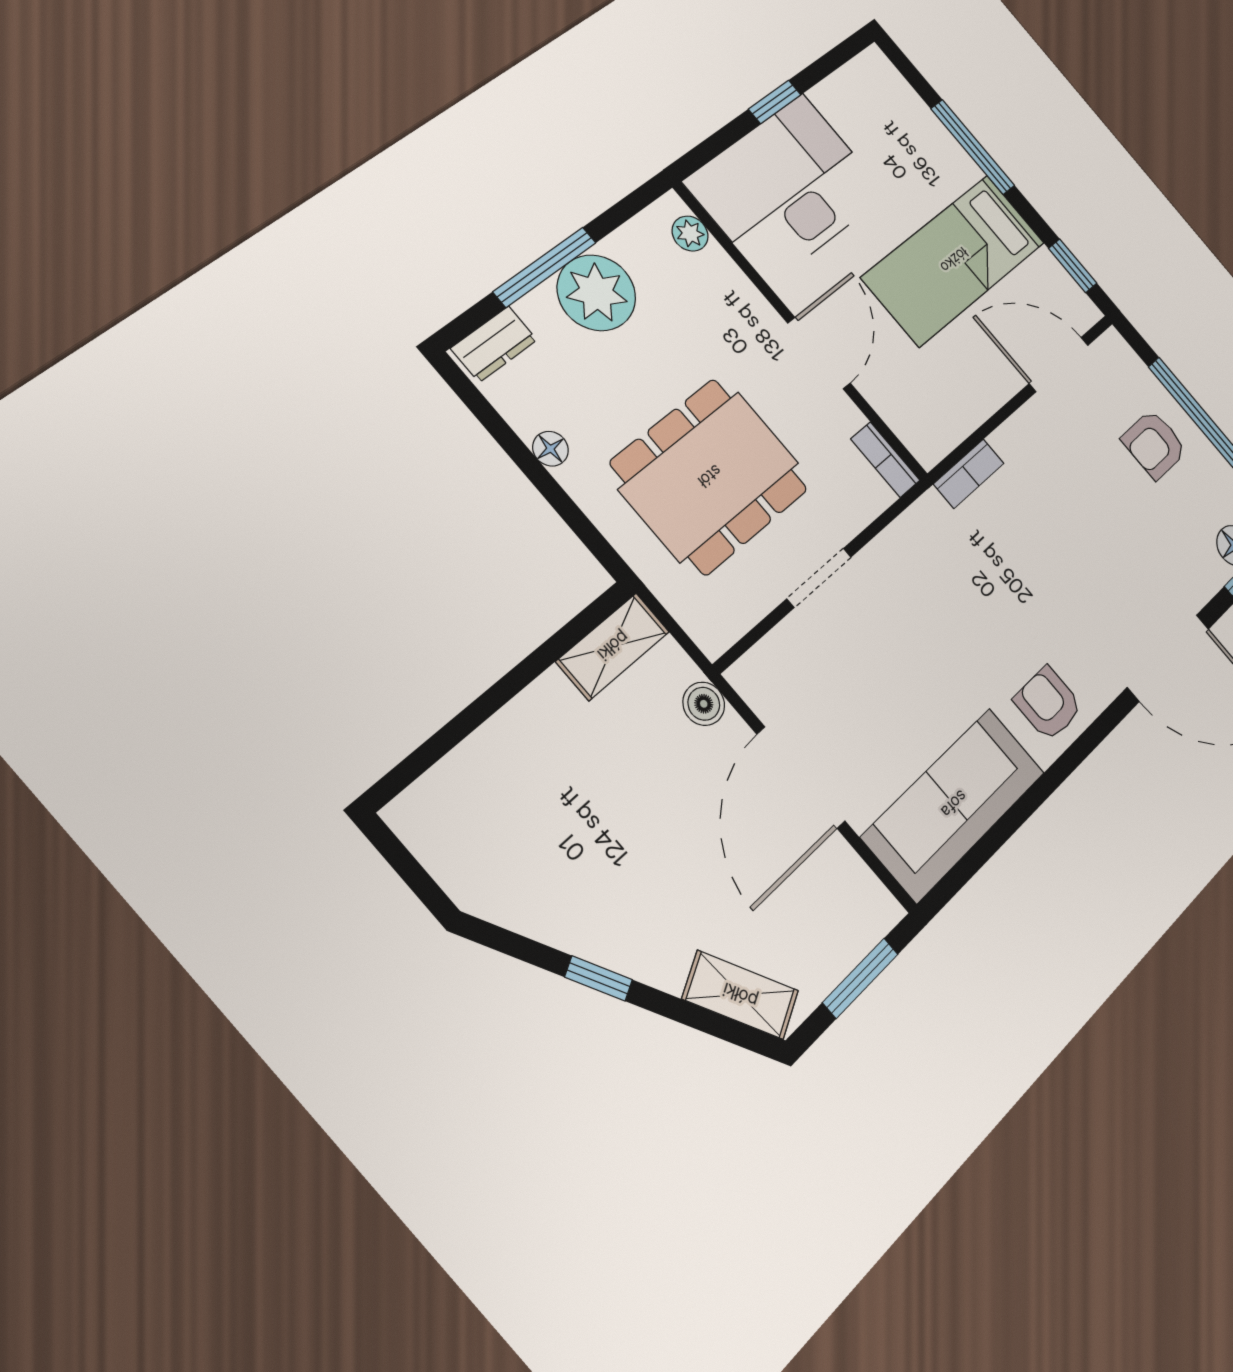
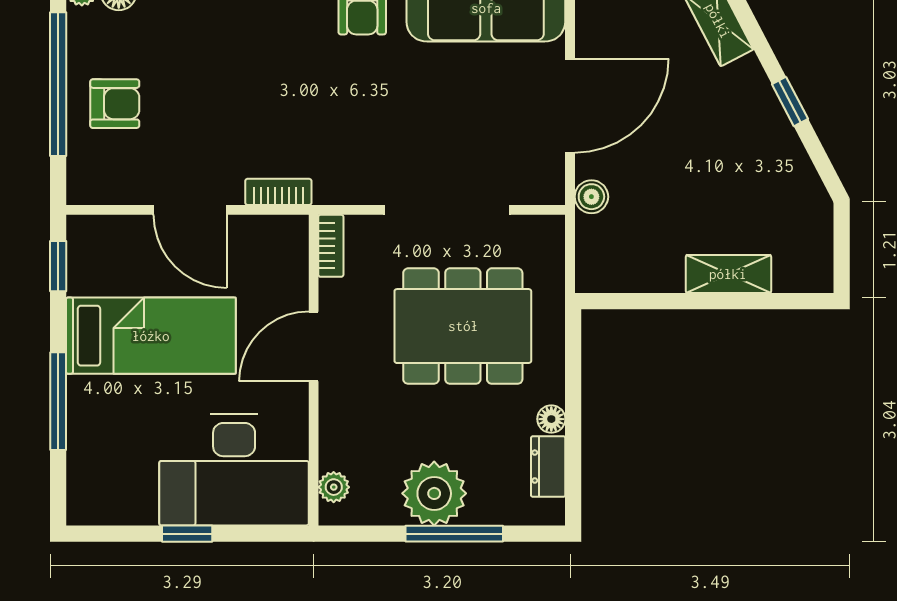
dresser: (494, 344) -> (548, 467), moved, turned -90
door: (1059, 364) -> (190, 210), moved
doorway: (819, 578) -> (447, 210), width x1.88
shelving: (613, 646) -> (728, 274), moved

